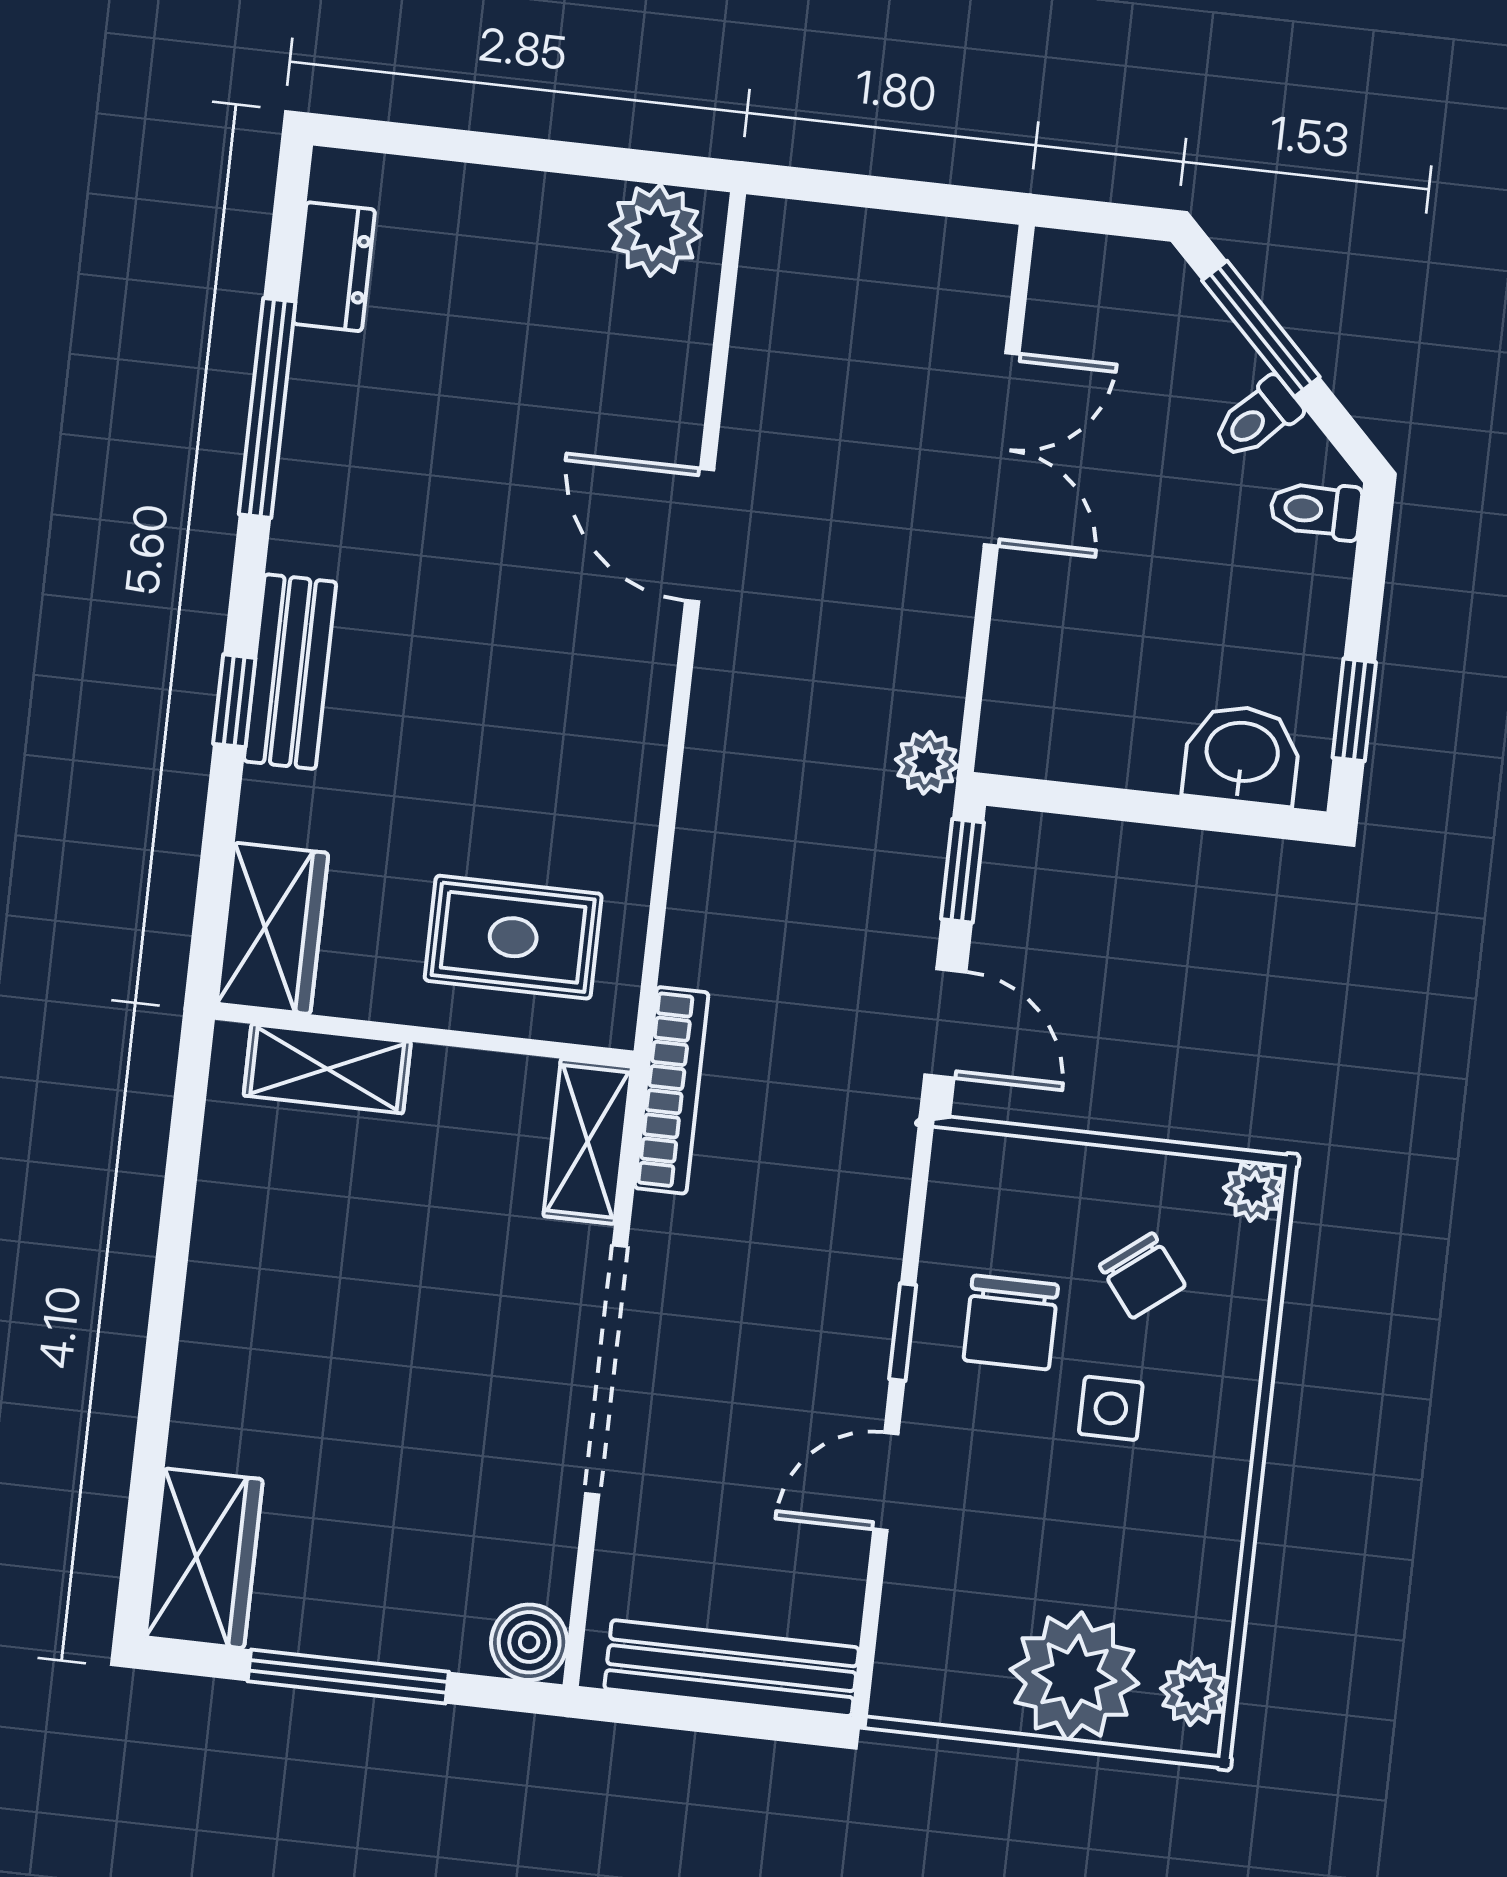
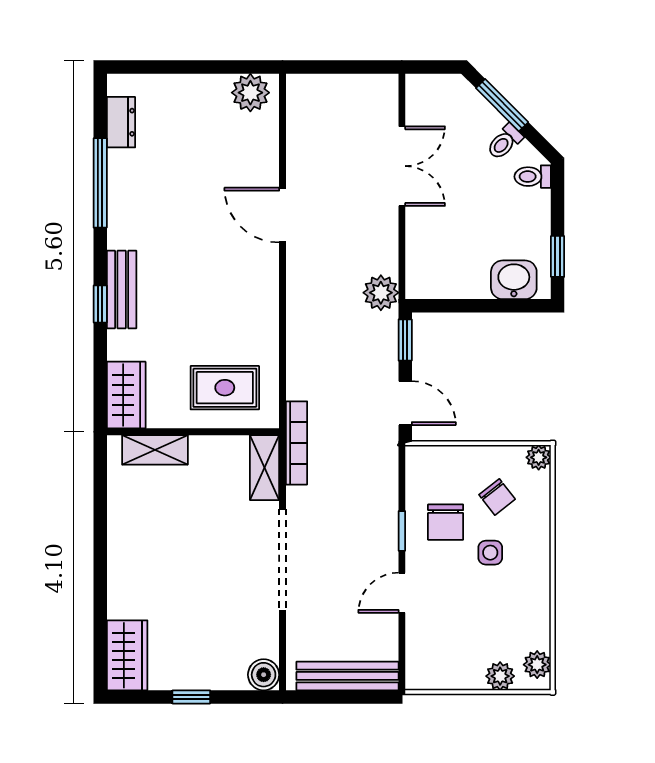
plant: (927, 763) -> (381, 293), width x1.38, depth x1.38
window: (348, 1676) -> (191, 697), width x0.46
plant: (1074, 1677) -> (500, 676), width x0.53, depth x0.53

